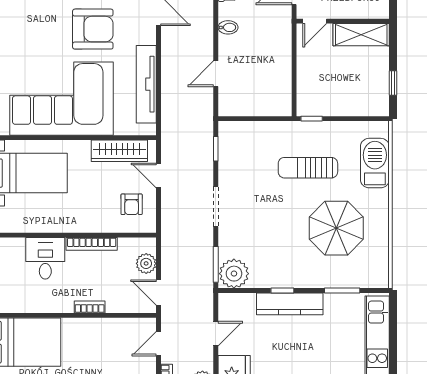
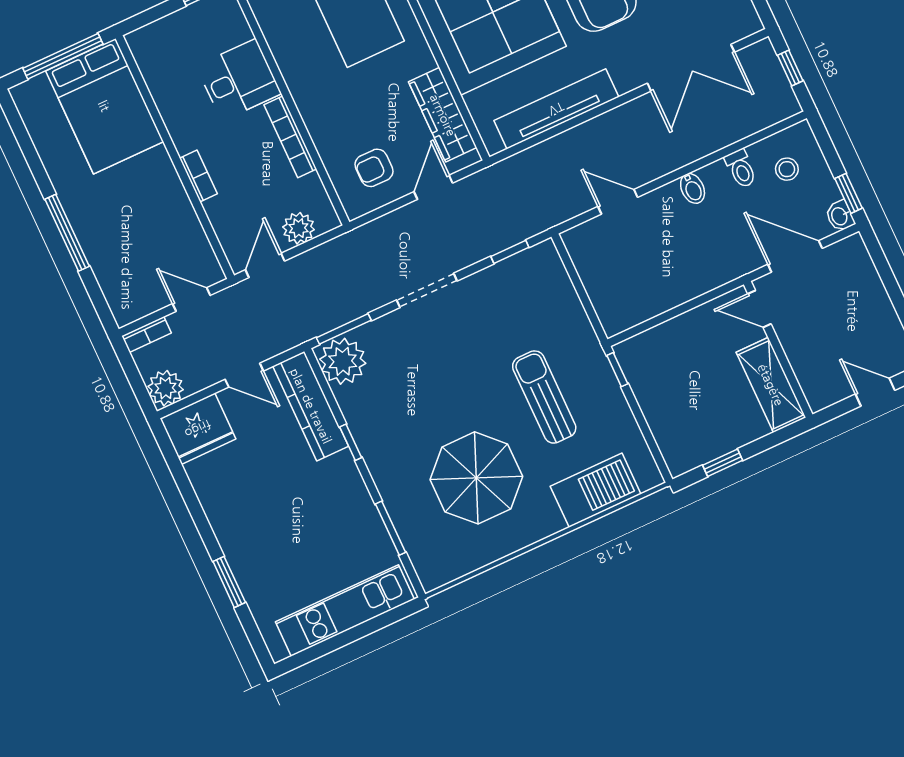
kitchen counter: (290, 304) -> (311, 406), moved

